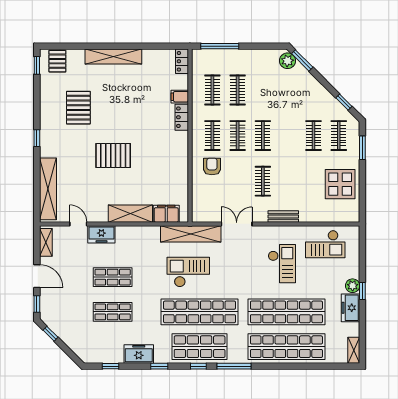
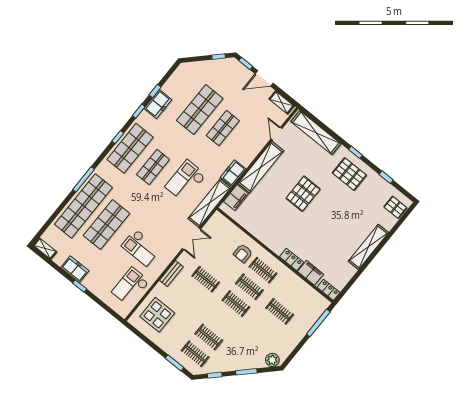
window: (302, 60) -> (246, 372), moved
window: (37, 65) -> (386, 177), moved
clothes rail: (212, 90) -> (293, 295), removed
filing cabinet: (180, 97) -> (311, 273), width x2.00
pallet: (78, 108) -> (349, 174), moved
armchair: (212, 166) -> (243, 253), turned 90
display table: (340, 184) -> (157, 315), moved
shelving: (130, 214) -> (261, 167), width x1.47
door: (78, 224) -> (276, 134), swing flipped
freezer: (101, 234) -> (233, 173), moved
checkout: (188, 272) -> (186, 181), turned 180
plant: (353, 286) -> (88, 282), removed
shop shelf: (113, 312) -> (200, 109), width x1.43, depth x1.36
shop shelf: (200, 312) -> (153, 167), width x0.50, depth x0.74
shop shelf: (286, 312) -> (106, 225), width x0.71
window: (110, 366) -> (155, 91), moved
window: (234, 366) -> (84, 179), moved

